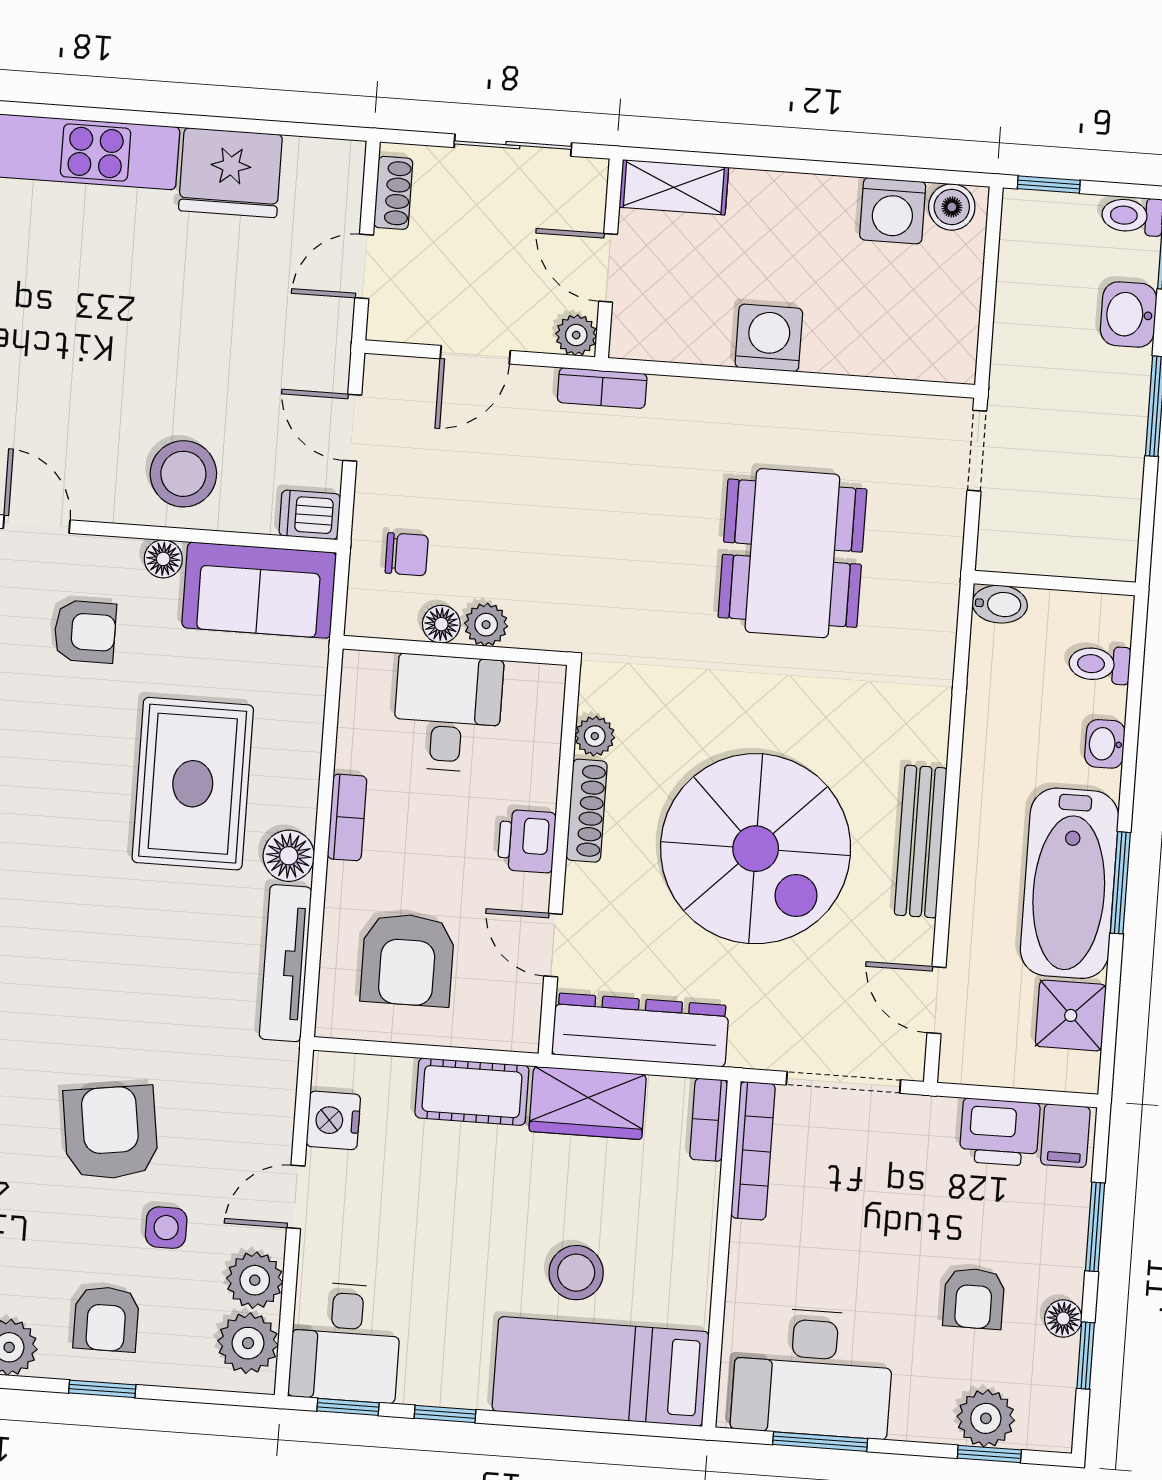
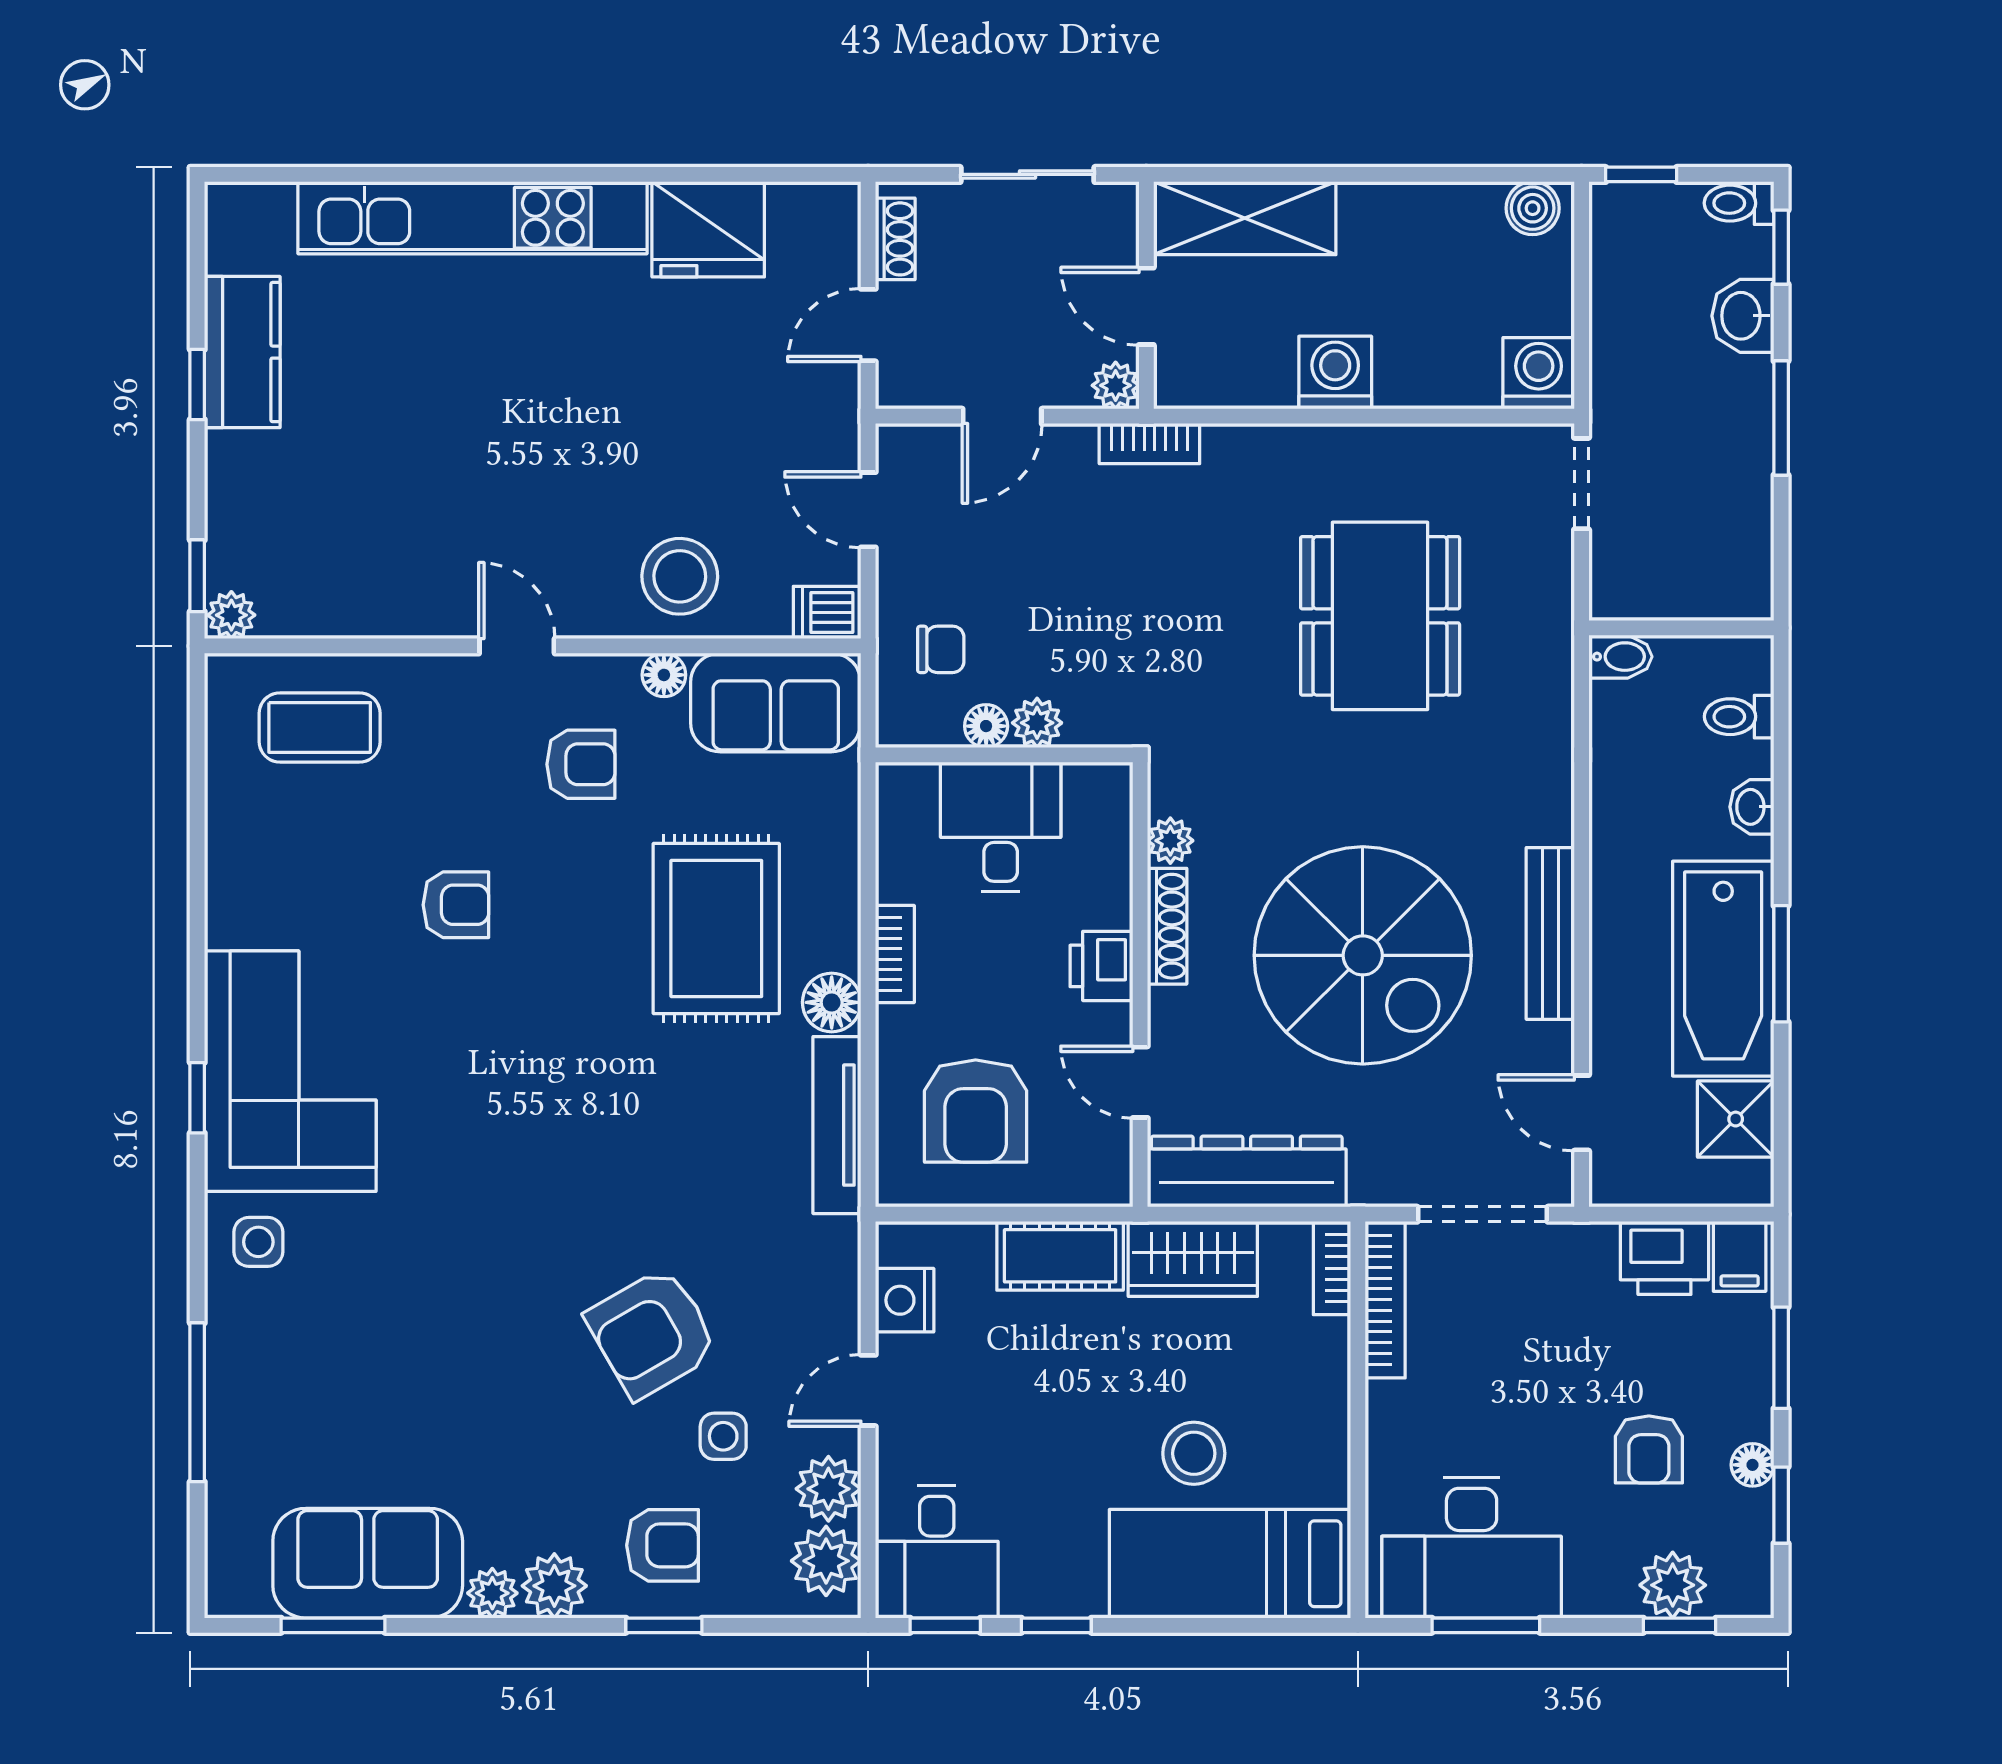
shelving: (674, 187) -> (1245, 218), width x1.50, depth x1.33
washing machine: (893, 211) -> (1539, 373), moved, turned 180
armchair: (111, 1133) -> (652, 1333), turned -112
armchair: (106, 1319) -> (663, 1545), turned -90

